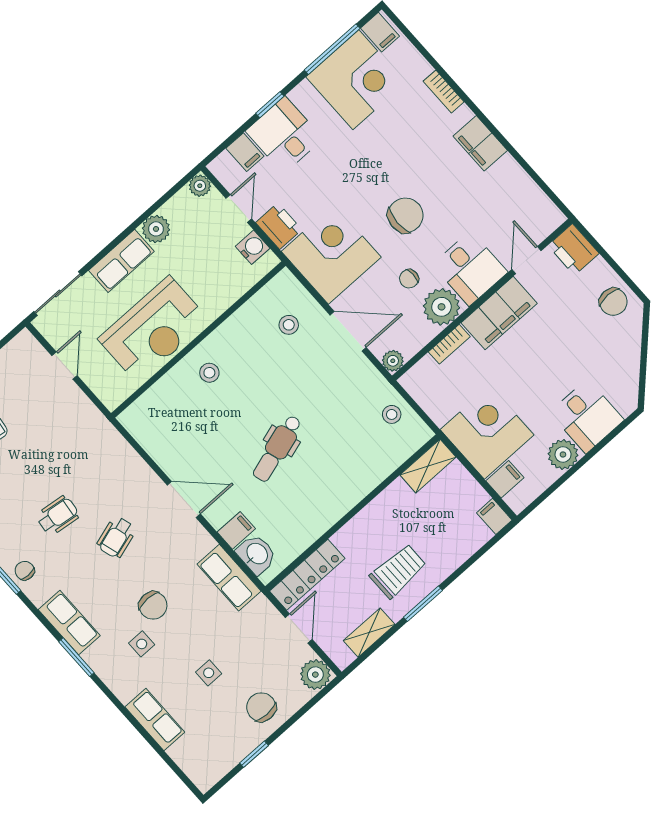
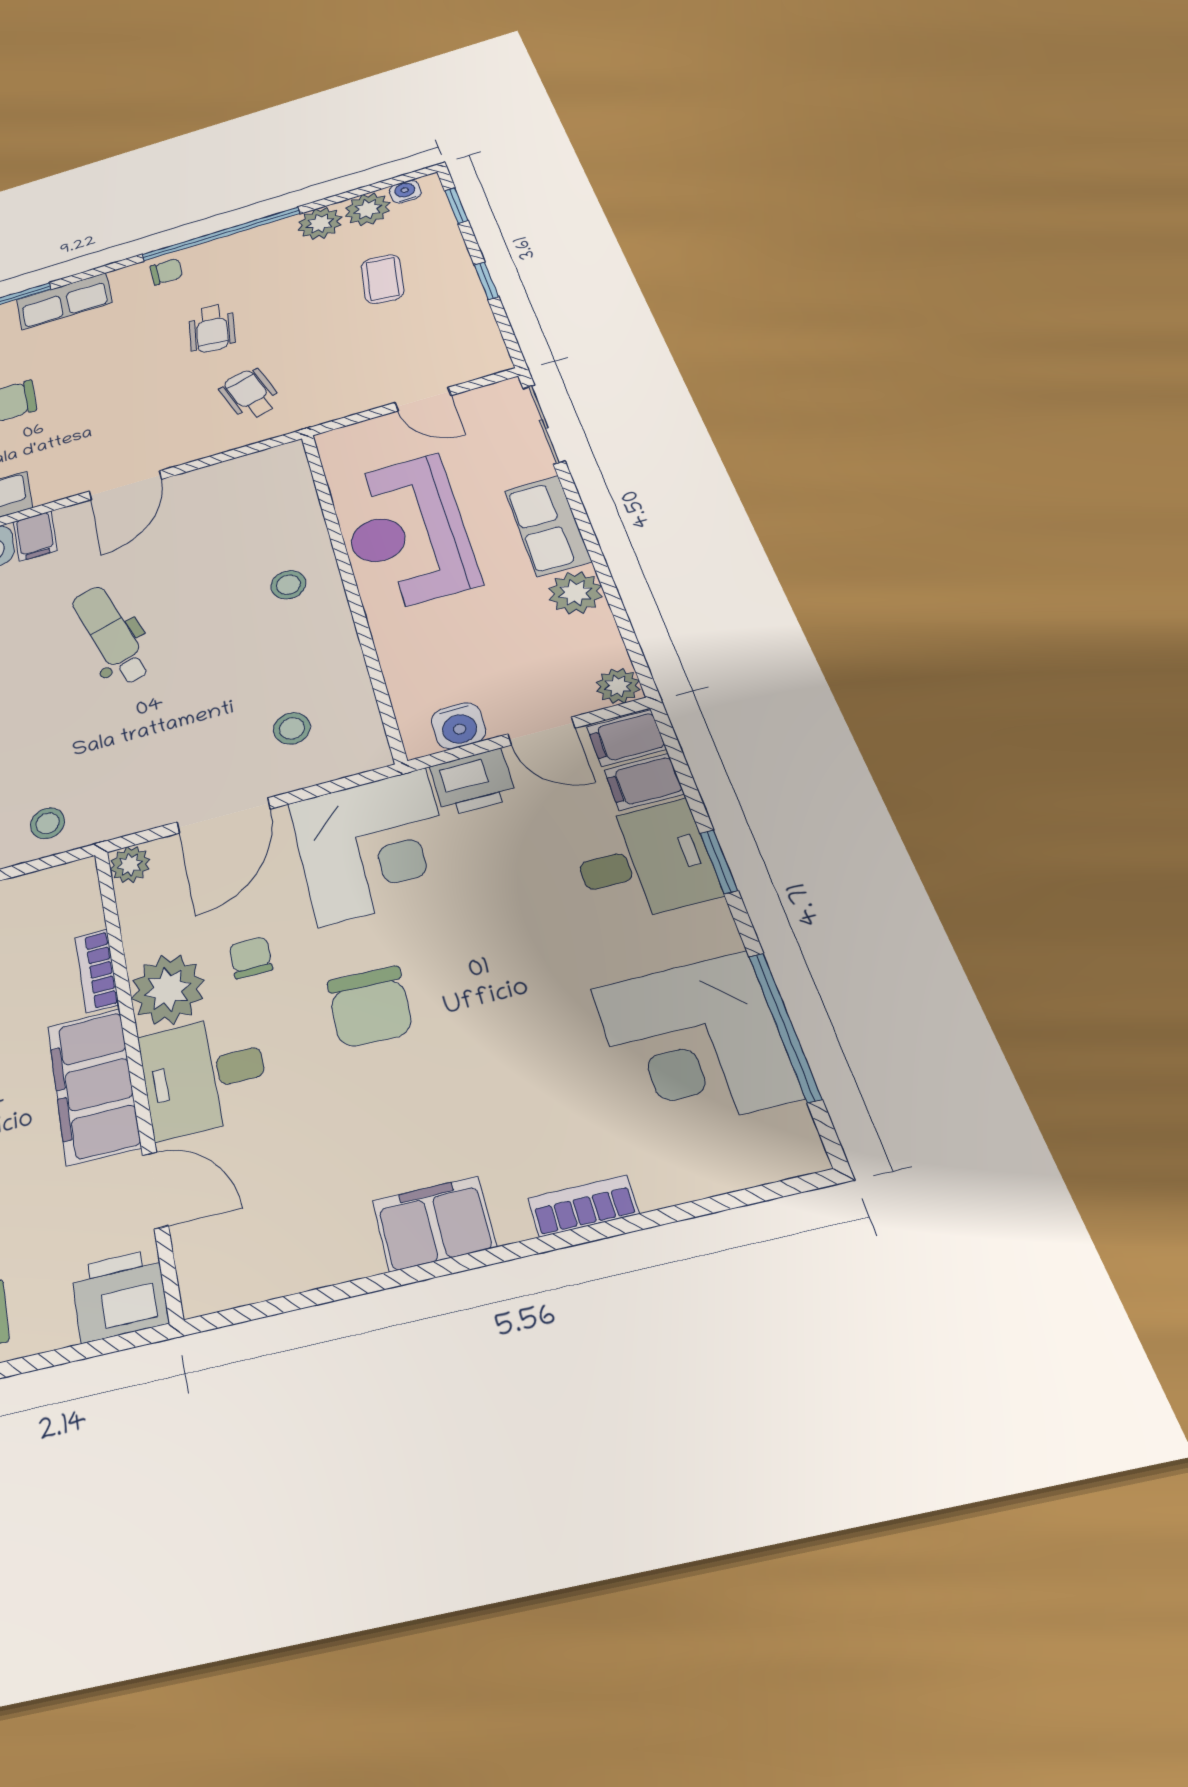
filing cabinet: (380, 32) -> (626, 738), moved
wheelchair: (116, 537) -> (250, 394), moved

